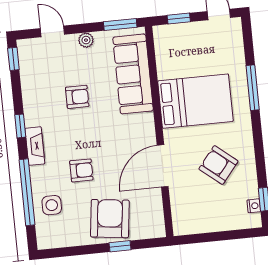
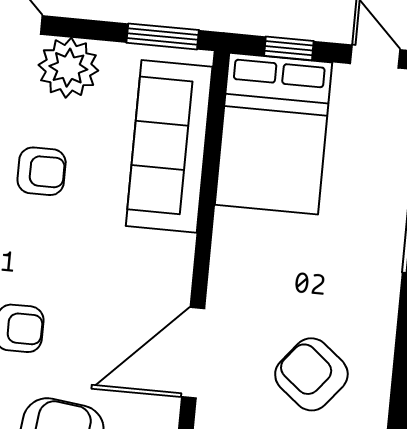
plant: (86, 40) -> (68, 68), width x1.87, depth x1.87
bed: (195, 101) -> (274, 134), moved, turned 90

